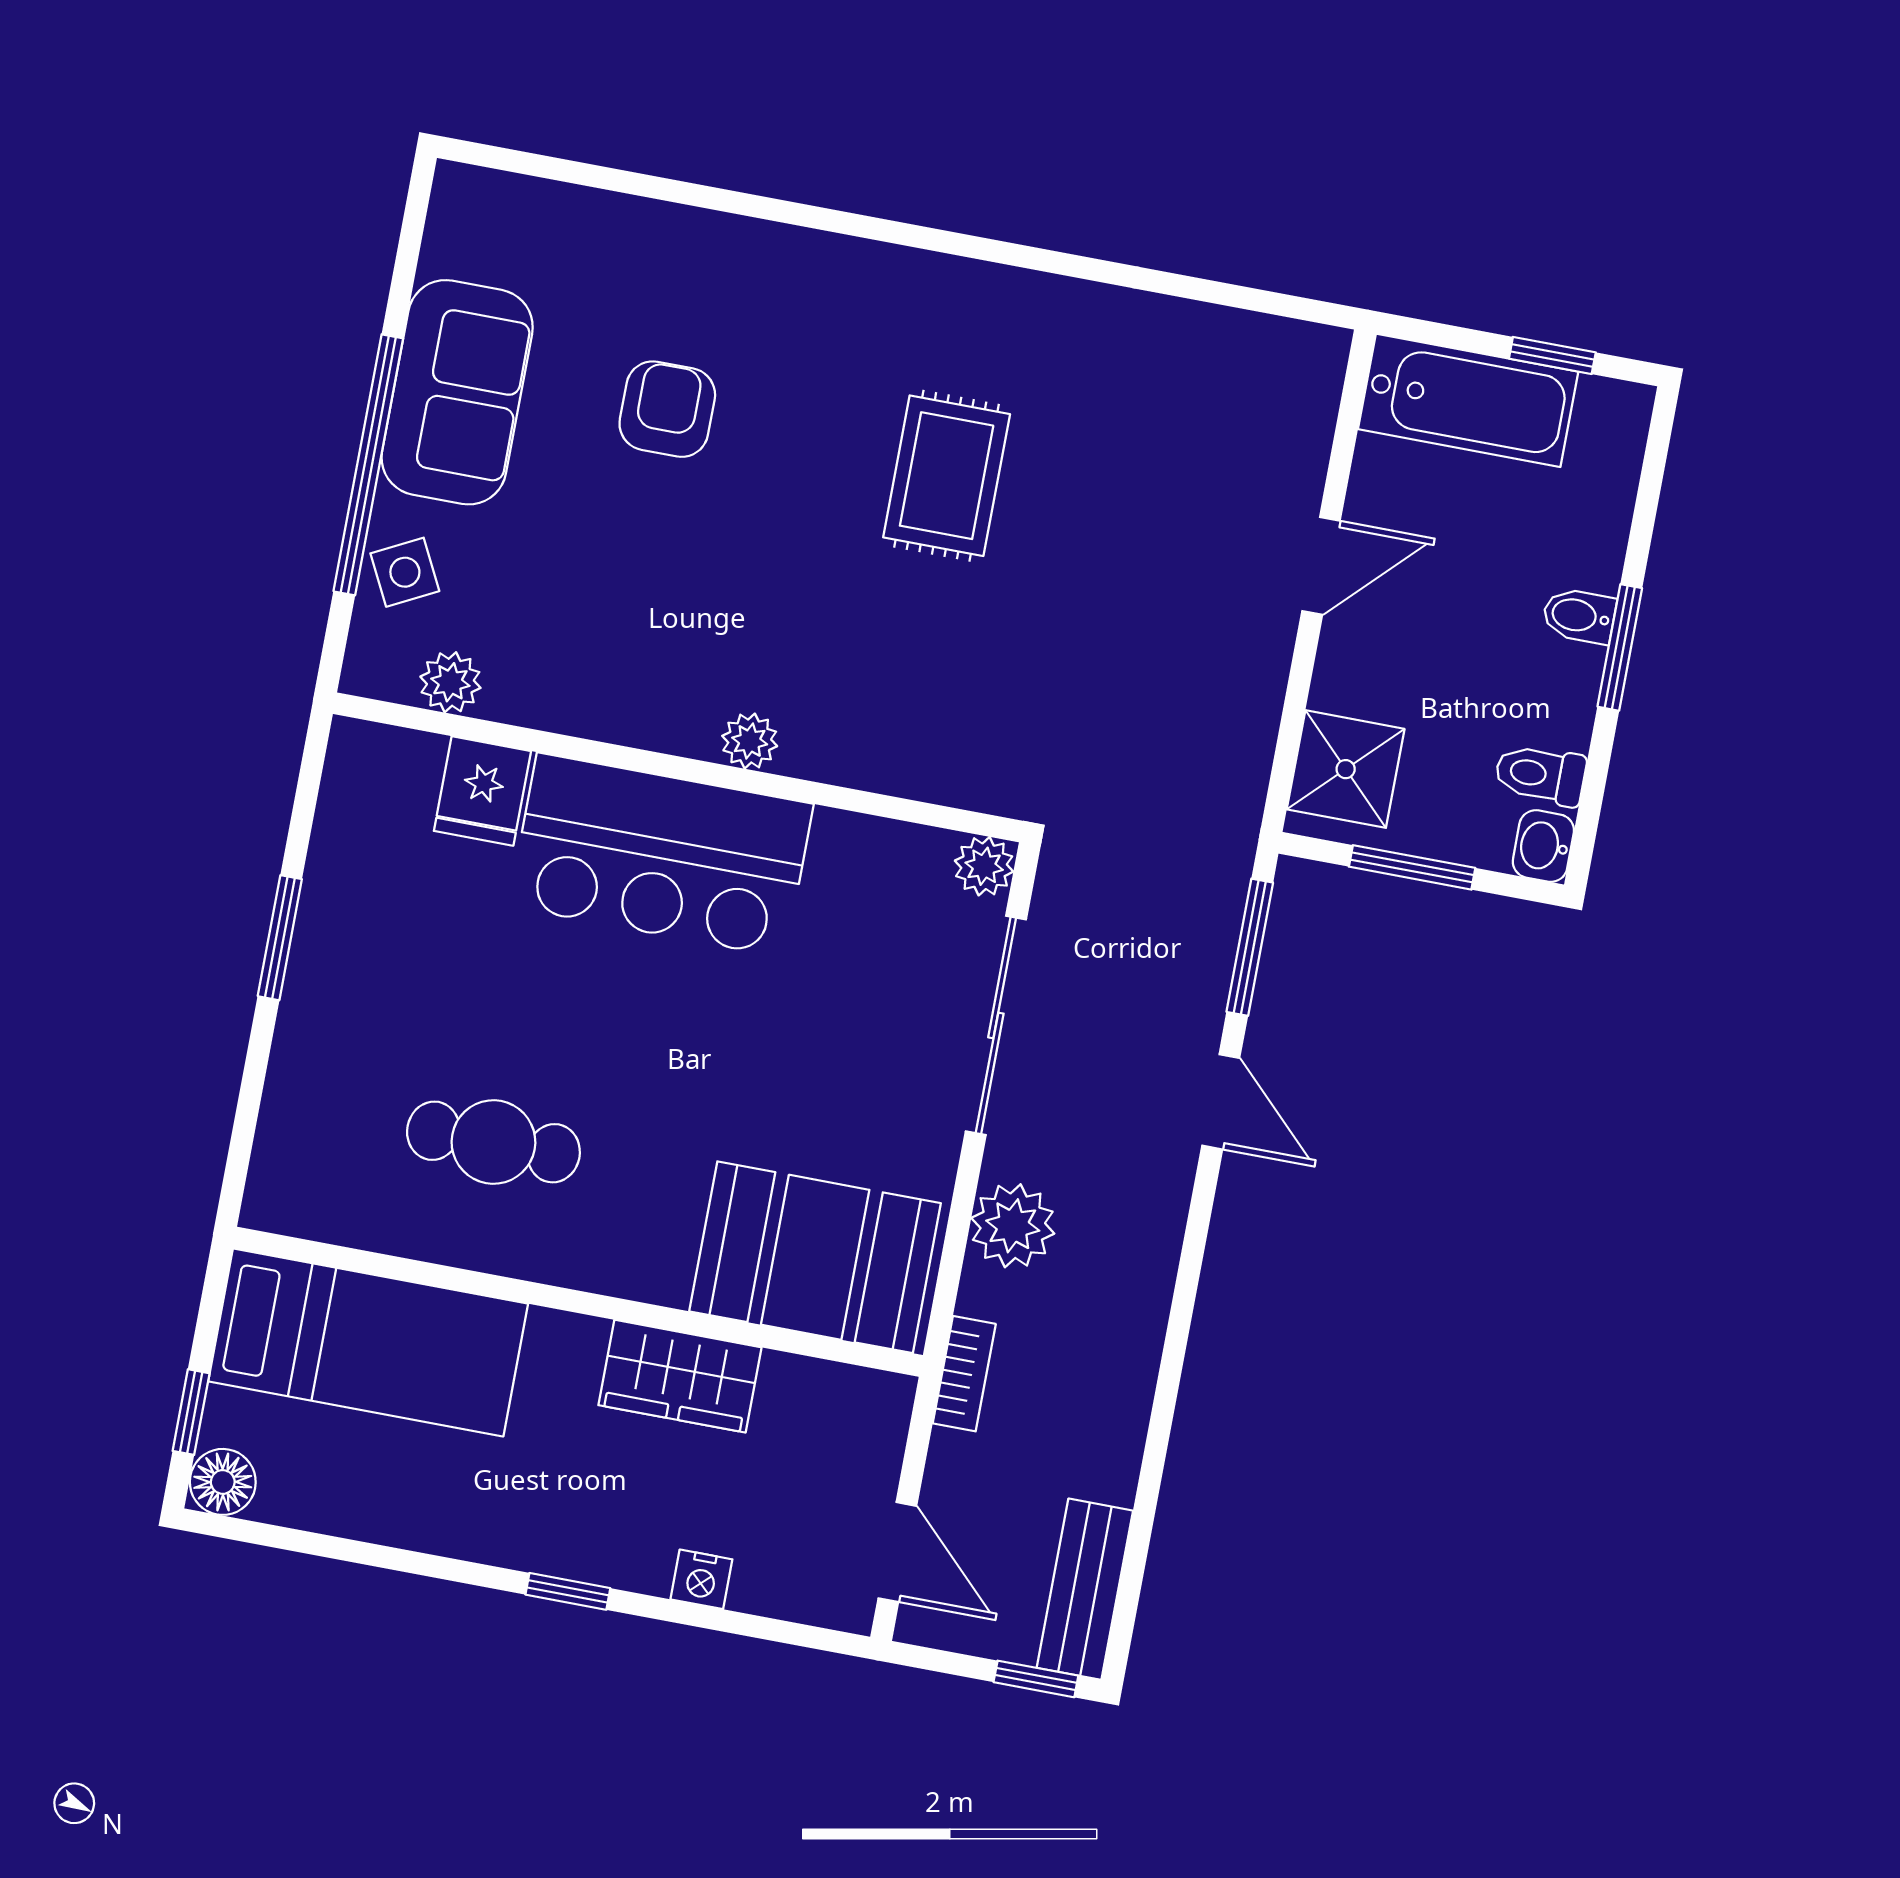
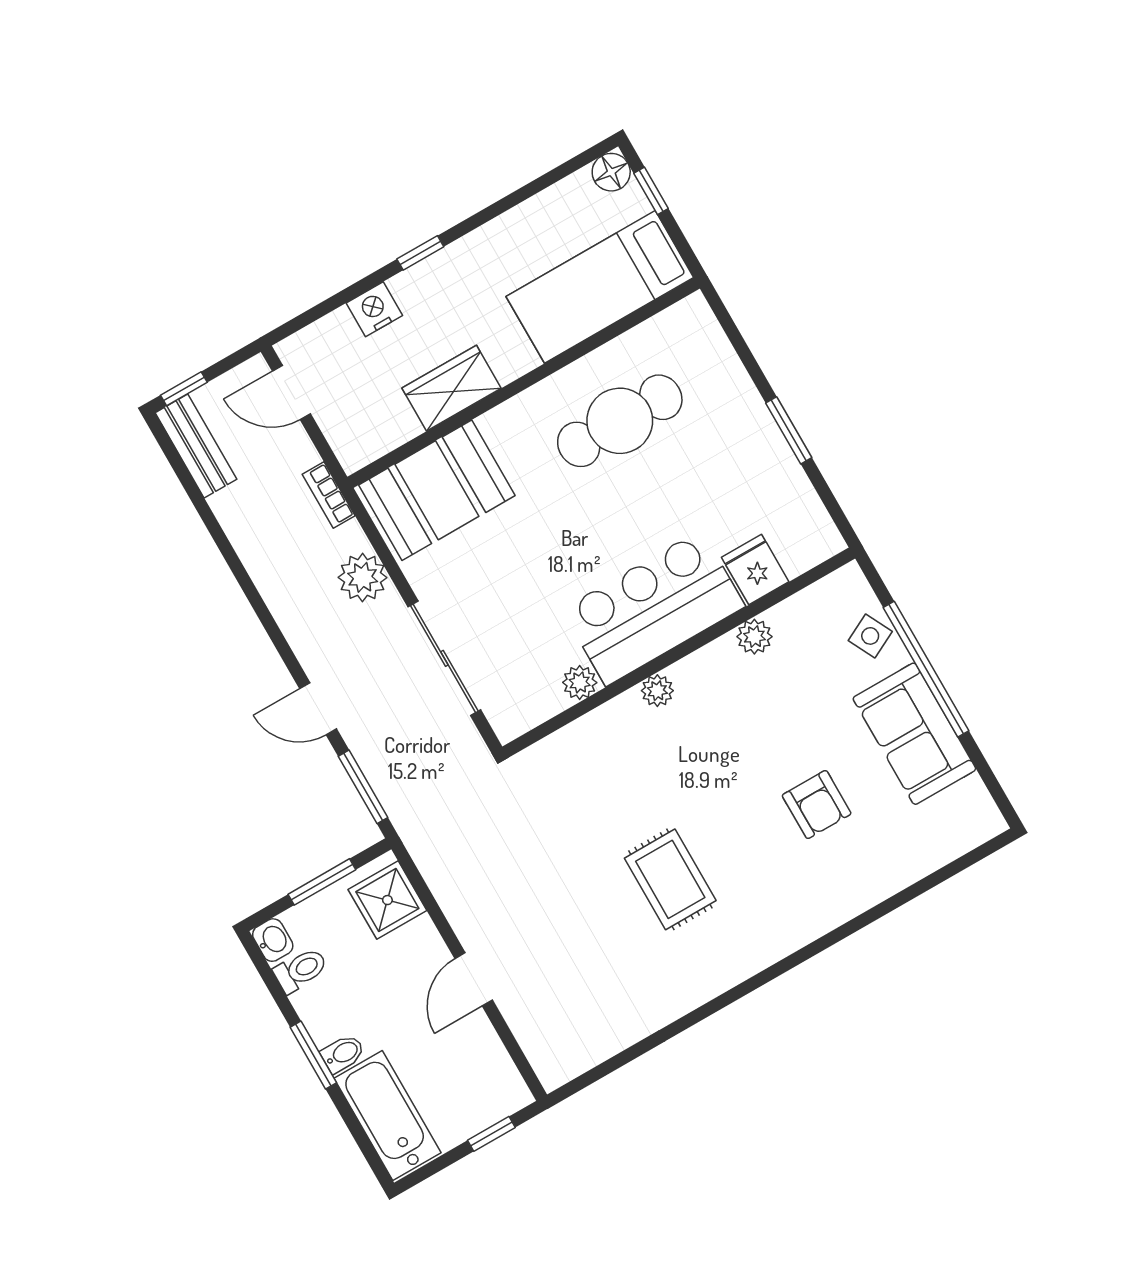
window: (1552, 355) -> (491, 1134), moved
bathtub: (1468, 400) -> (387, 1115), moved, turned 90
plant: (450, 682) -> (754, 637), moved
plant: (984, 866) -> (580, 683), moved
cafe table: (493, 1142) -> (620, 421), width x1.37, depth x1.35
nightstand: (701, 1579) -> (374, 309), width x1.39, depth x1.35

